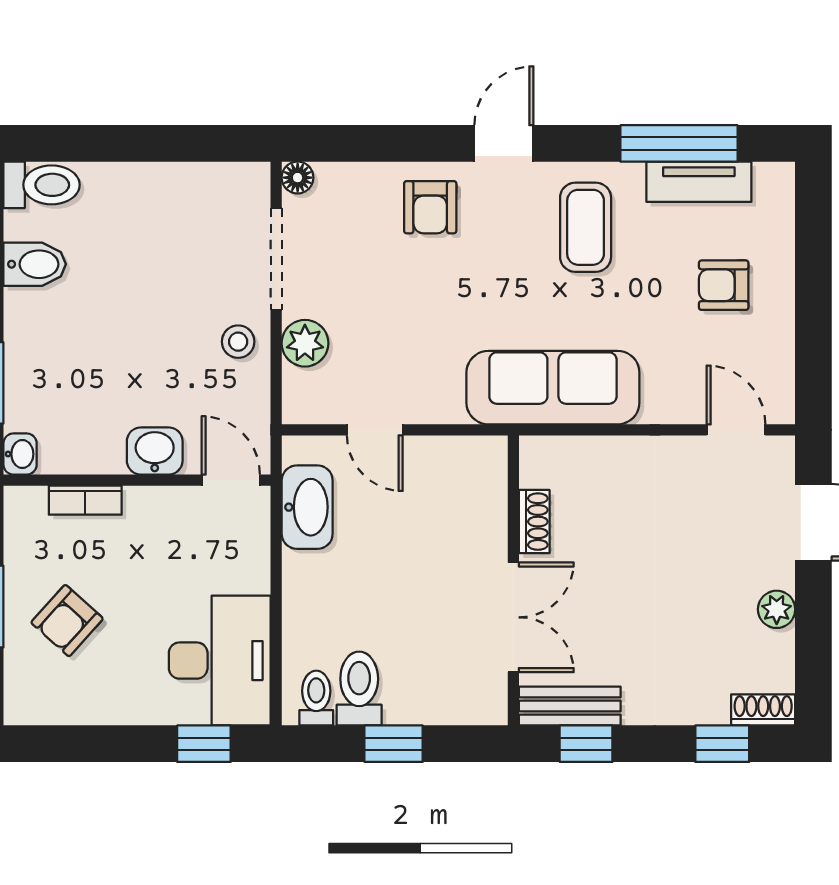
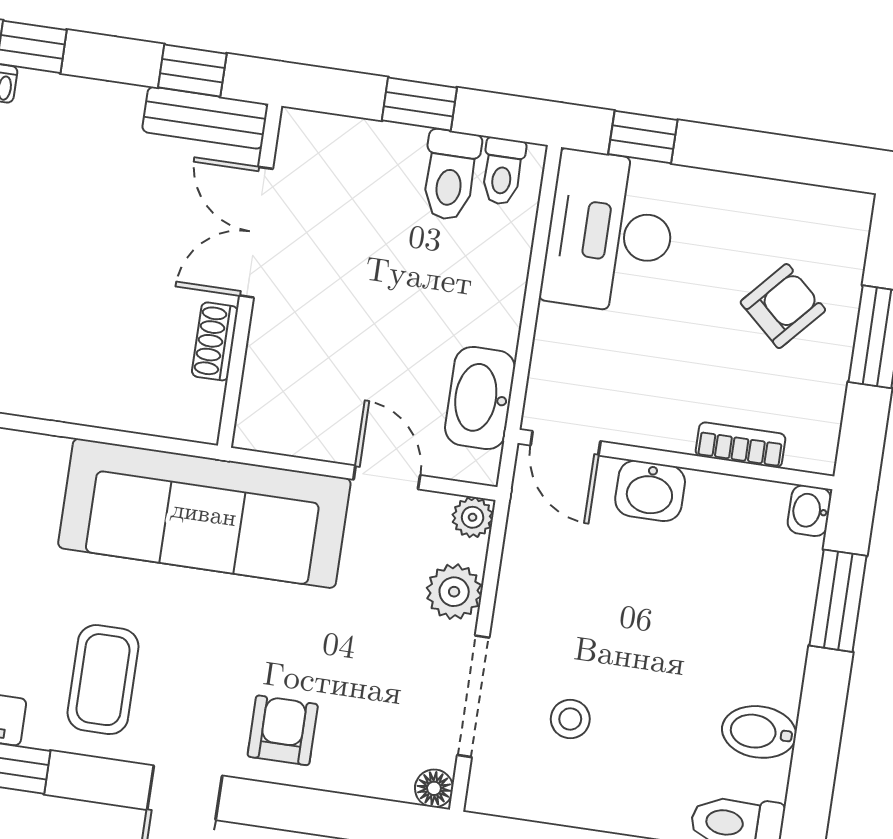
stool: (238, 342) -> (570, 719), moved
sofa: (553, 388) -> (204, 513), width x1.36, depth x1.27
plant: (299, 407) -> (473, 517), added

